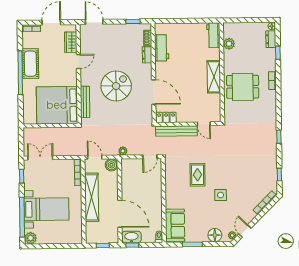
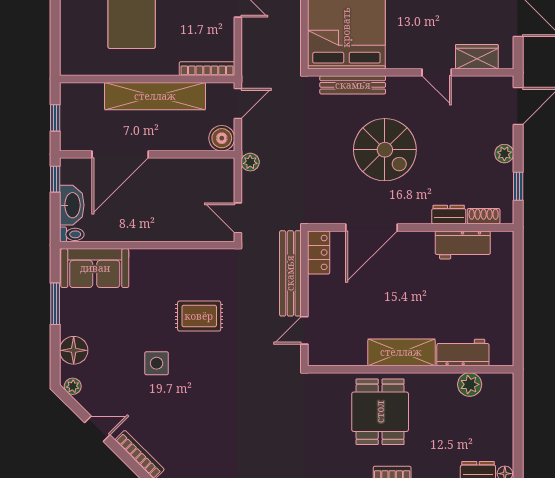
plant: (117, 28) -> (504, 154), added
workbench: (213, 35) -> (463, 352), moved
door: (245, 231) -> (97, 429), moved
washbasin: (131, 237) -> (72, 205), moved

